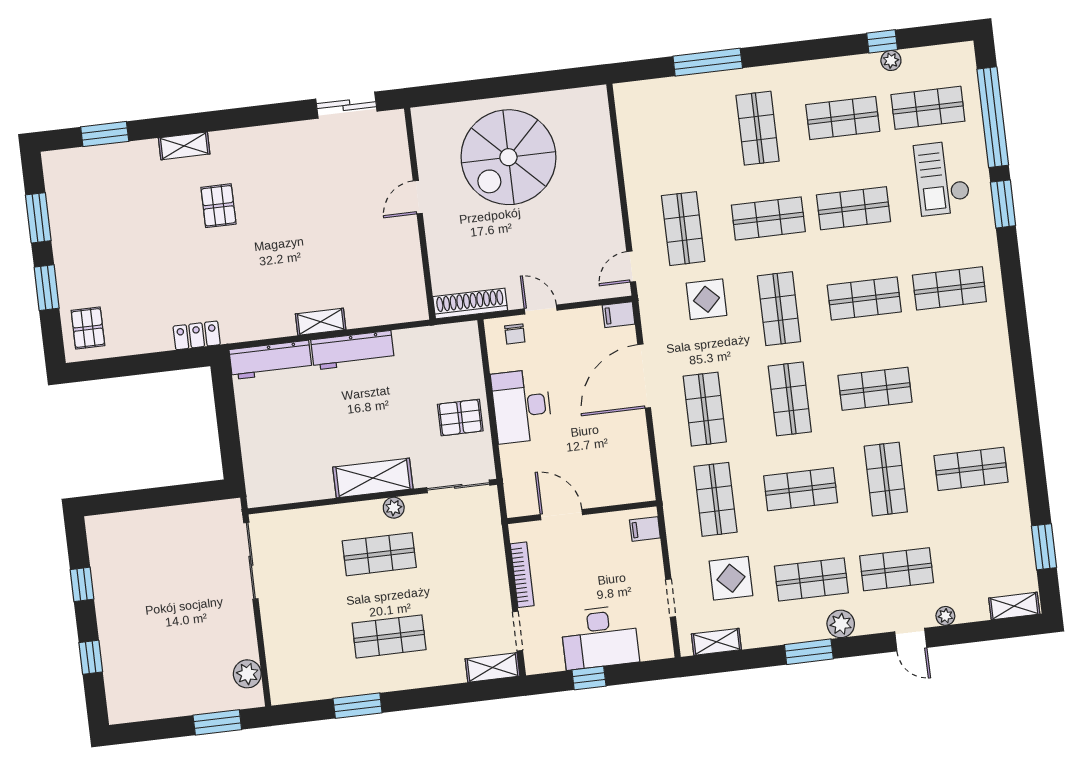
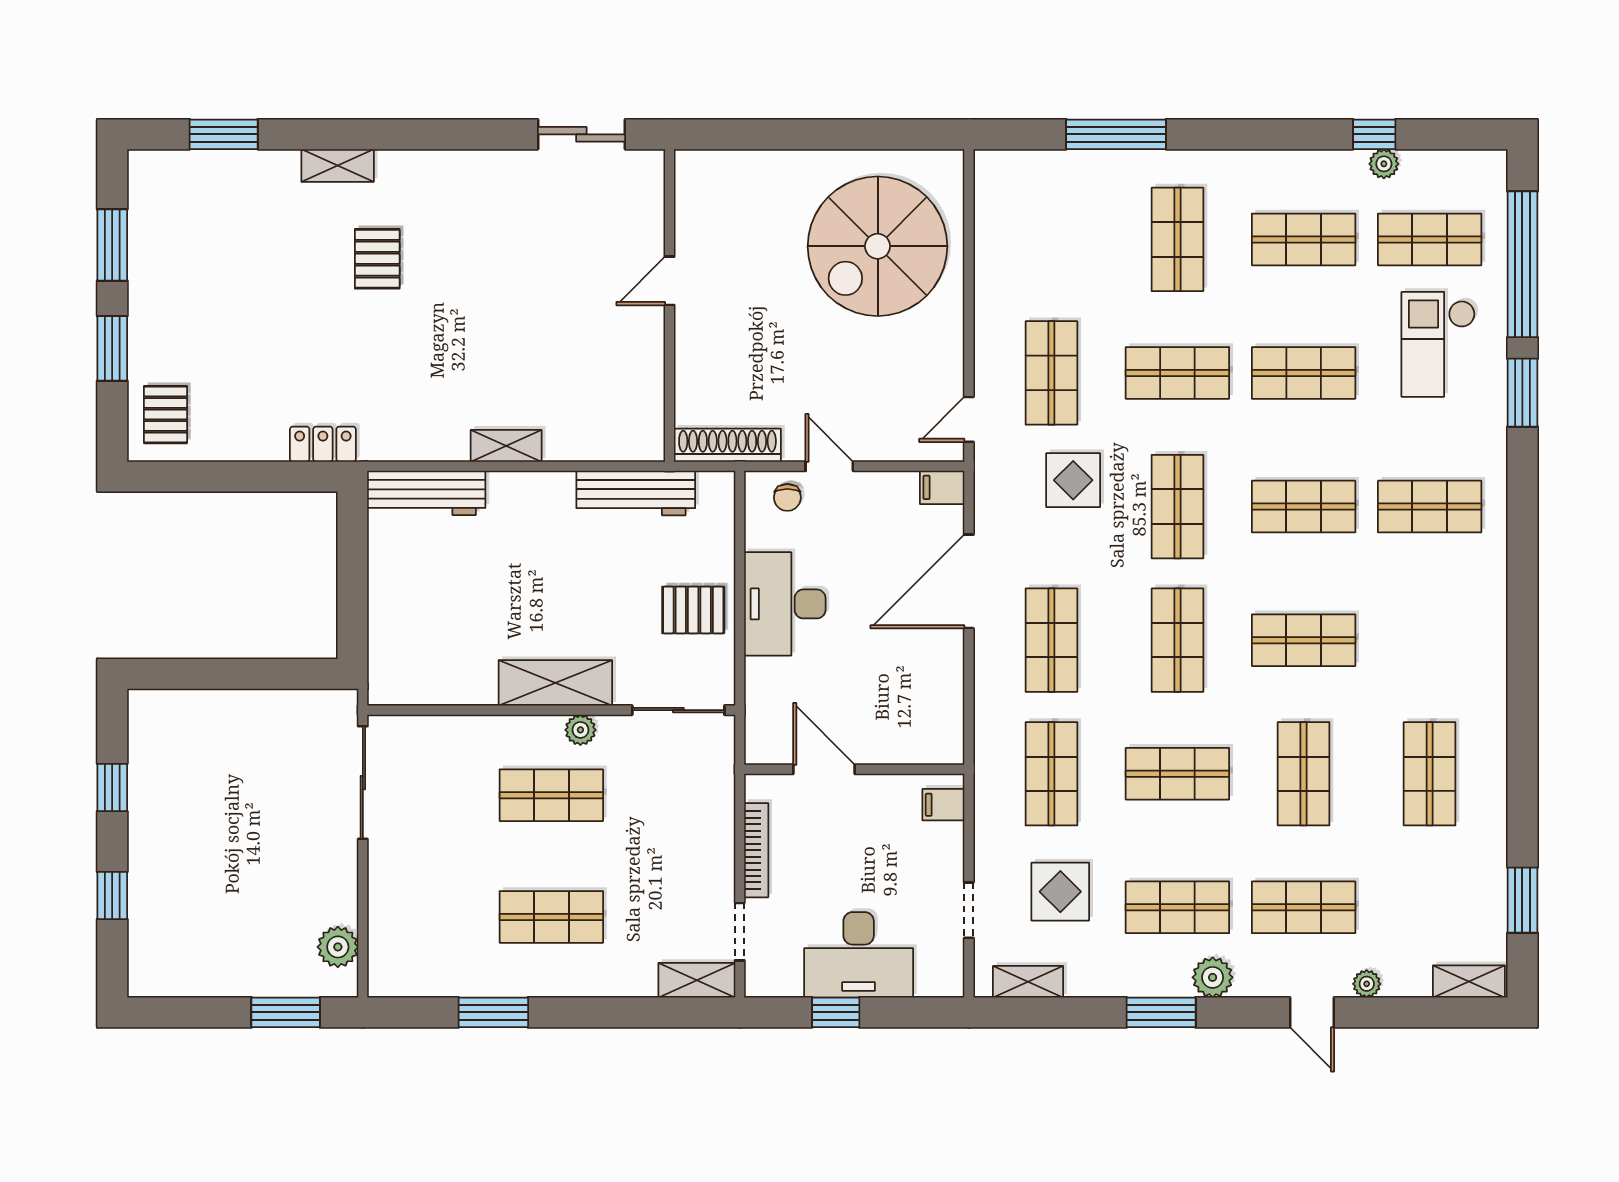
spiral stairs: (508, 157) -> (878, 246), moved
workbench: (353, 350) -> (636, 493), moved
shop shelf: (971, 469) -> (1430, 774), turned 90

